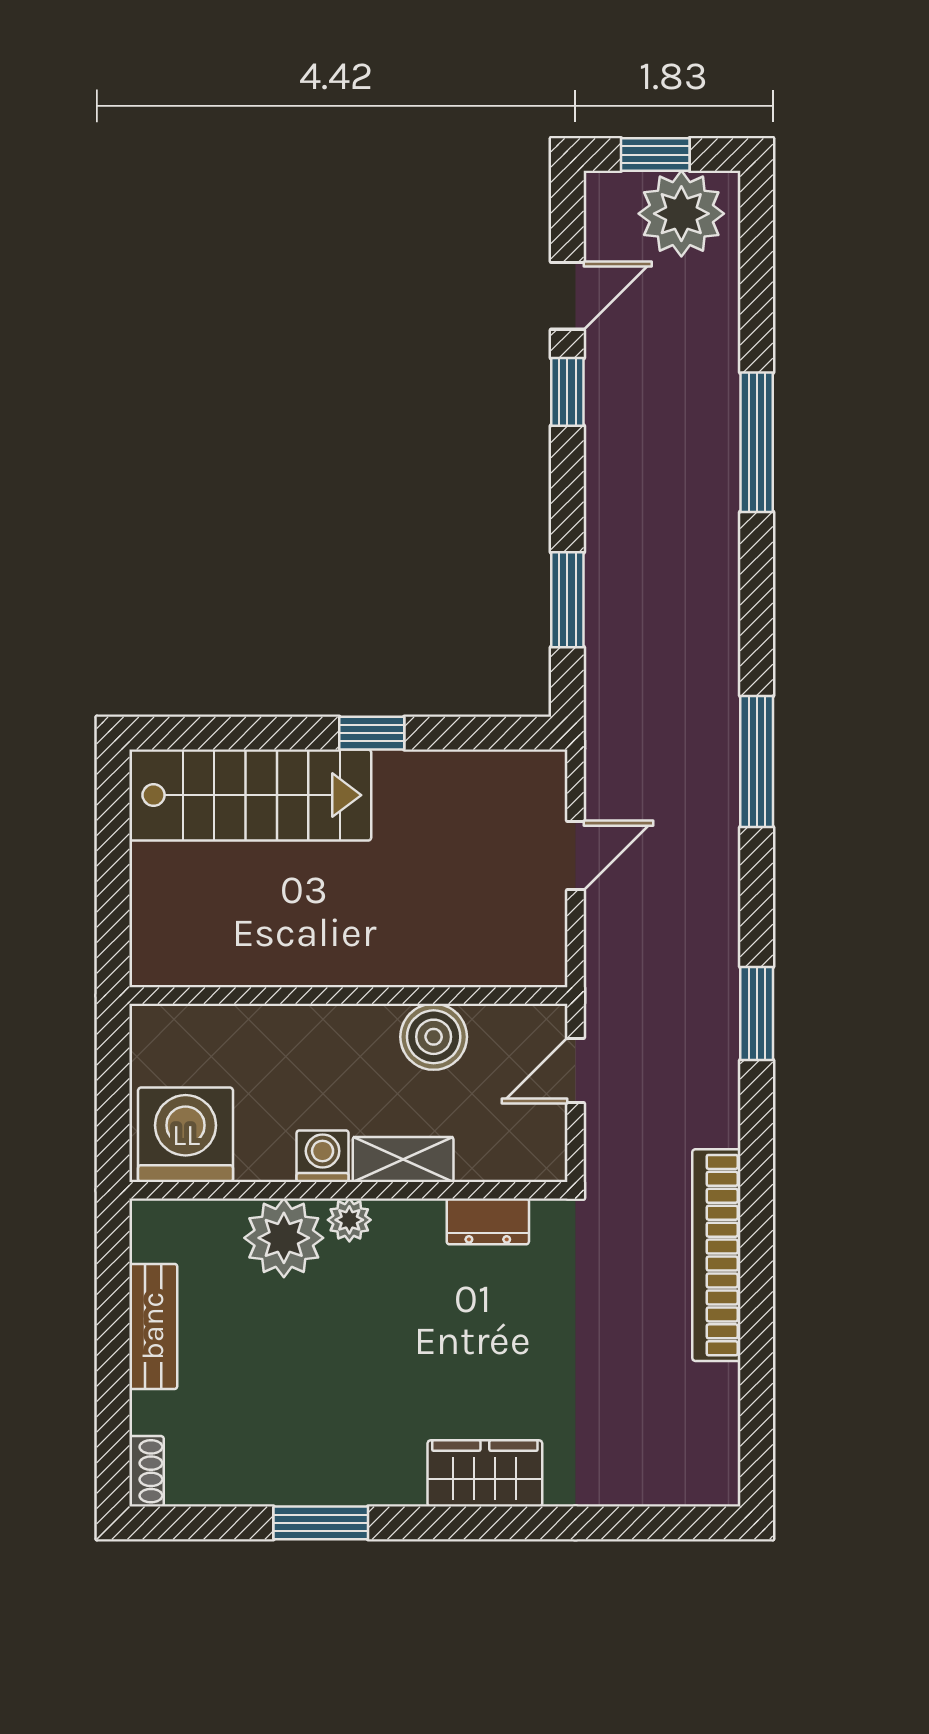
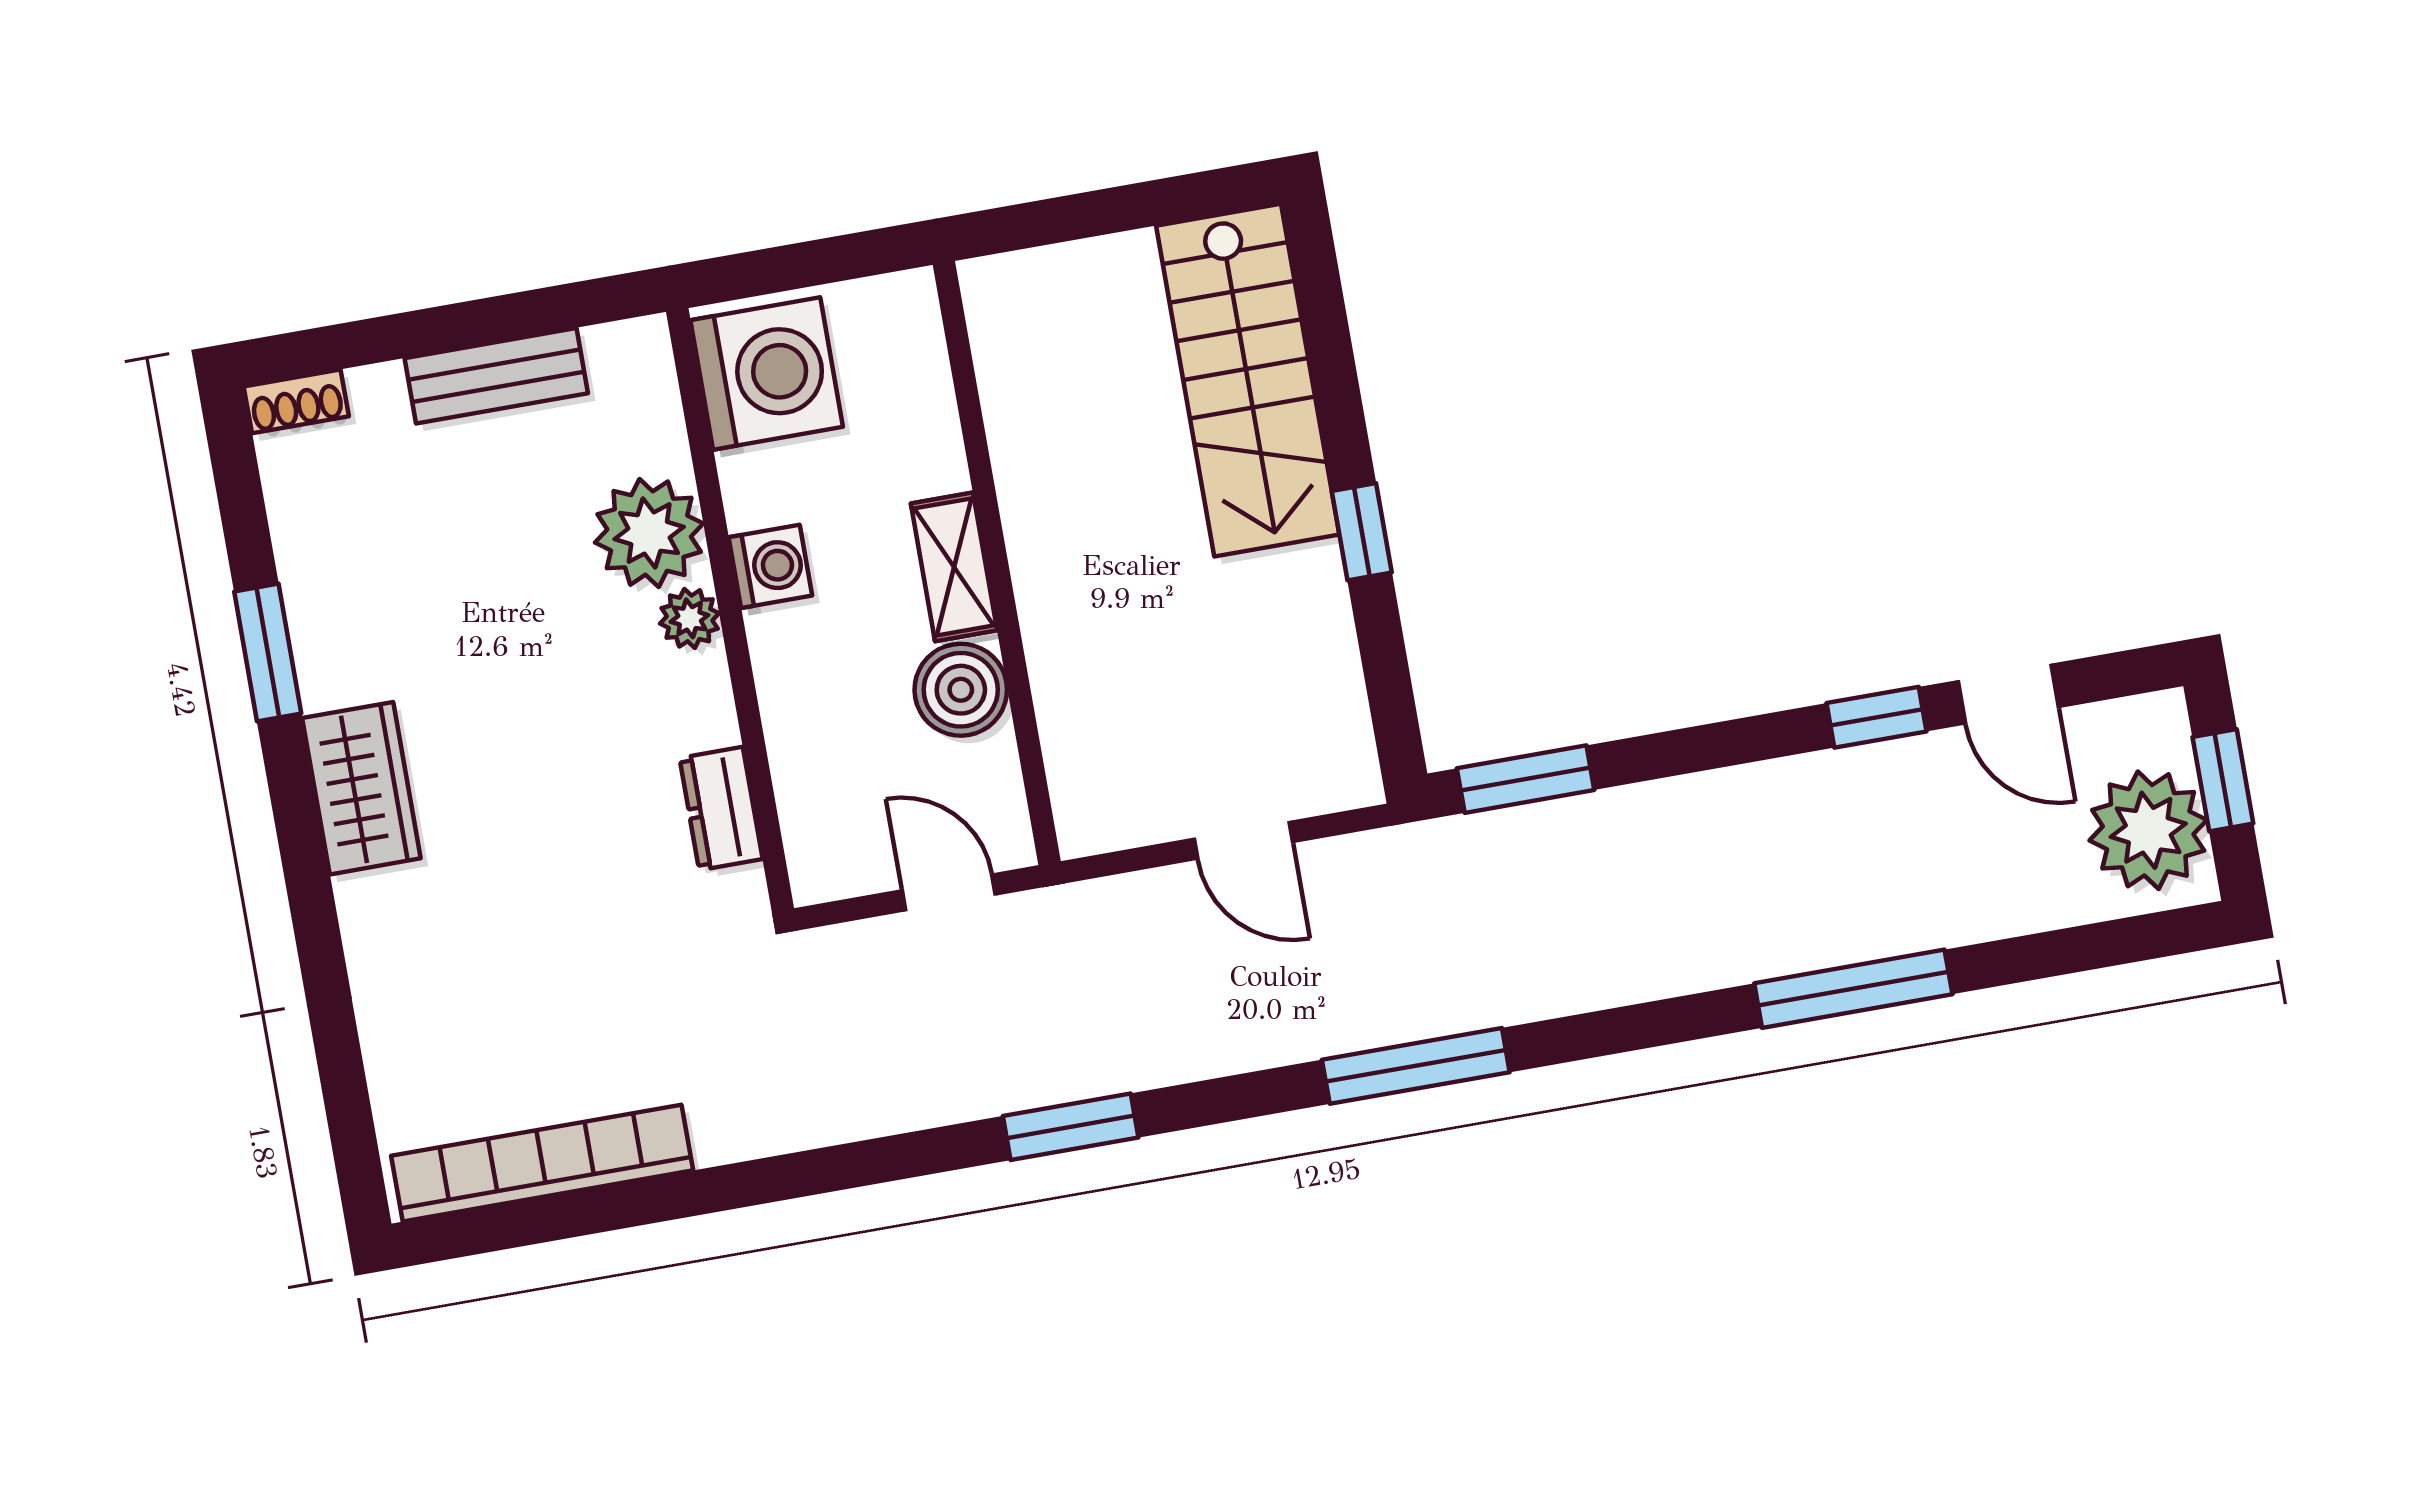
window: (567, 600) -> (1526, 779), moved
shelving: (403, 1159) -> (954, 567), moved
bookcase: (716, 1255) -> (542, 1163), moved
wardrobe: (485, 1473) -> (361, 788), moved

